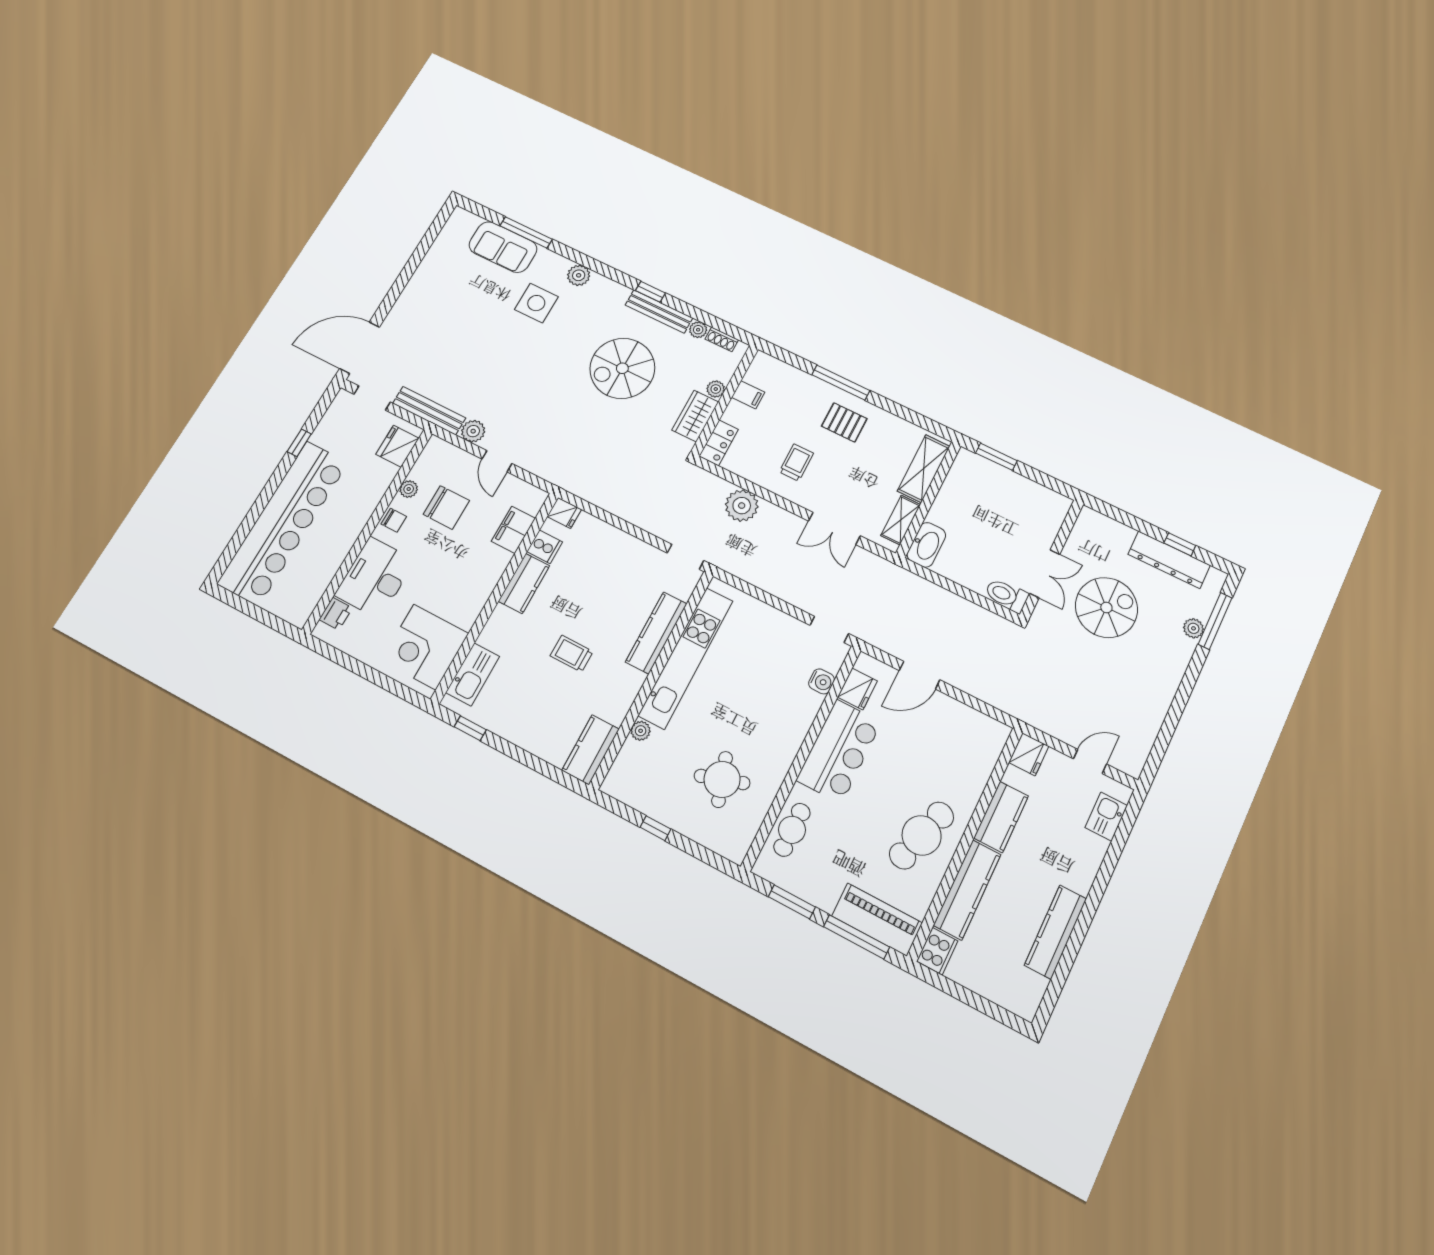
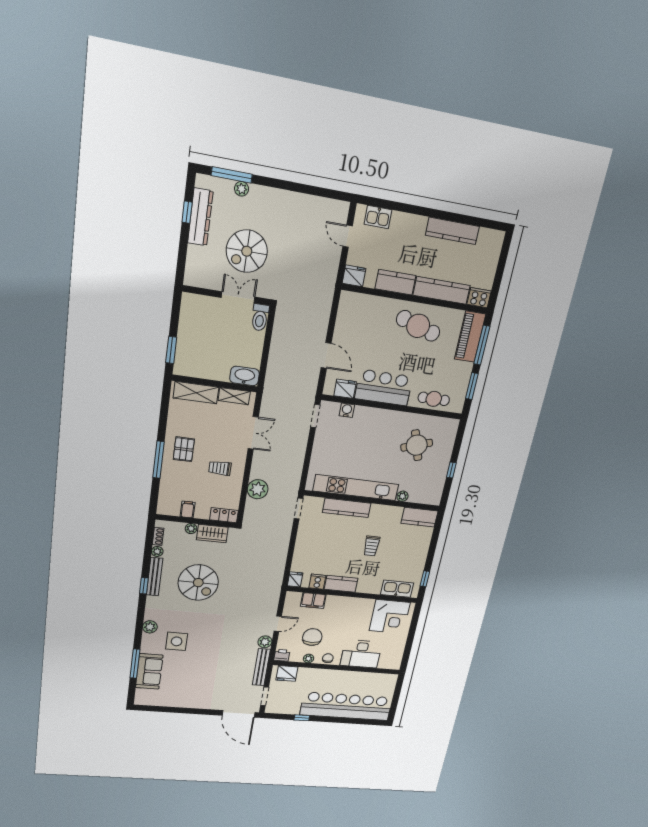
spiral stairs: (1106, 608) -> (247, 251), turned -90
printer: (336, 614) -> (282, 655), moved

